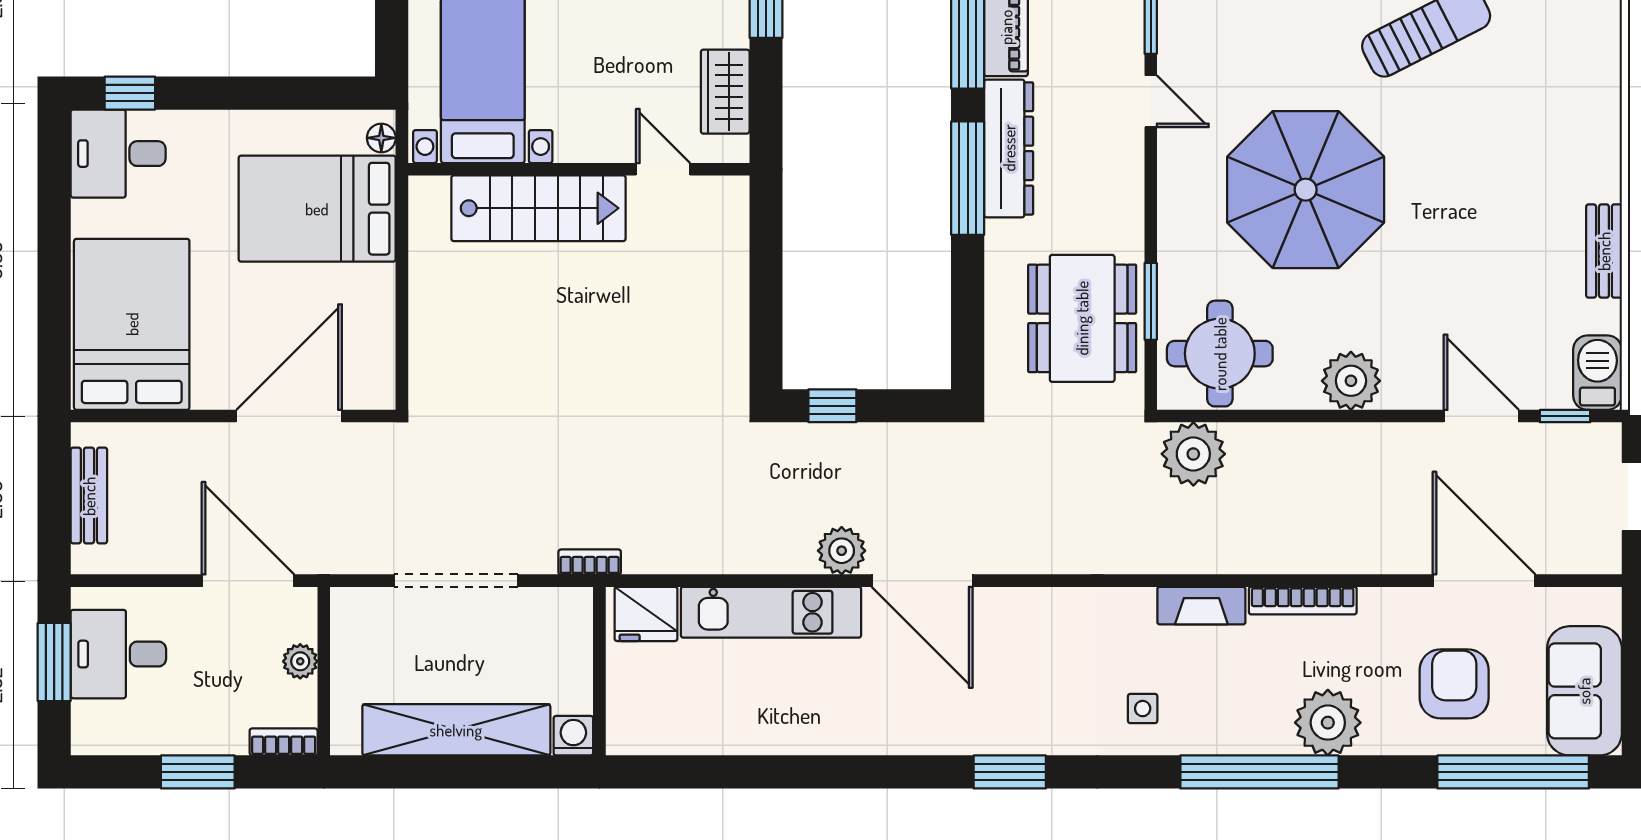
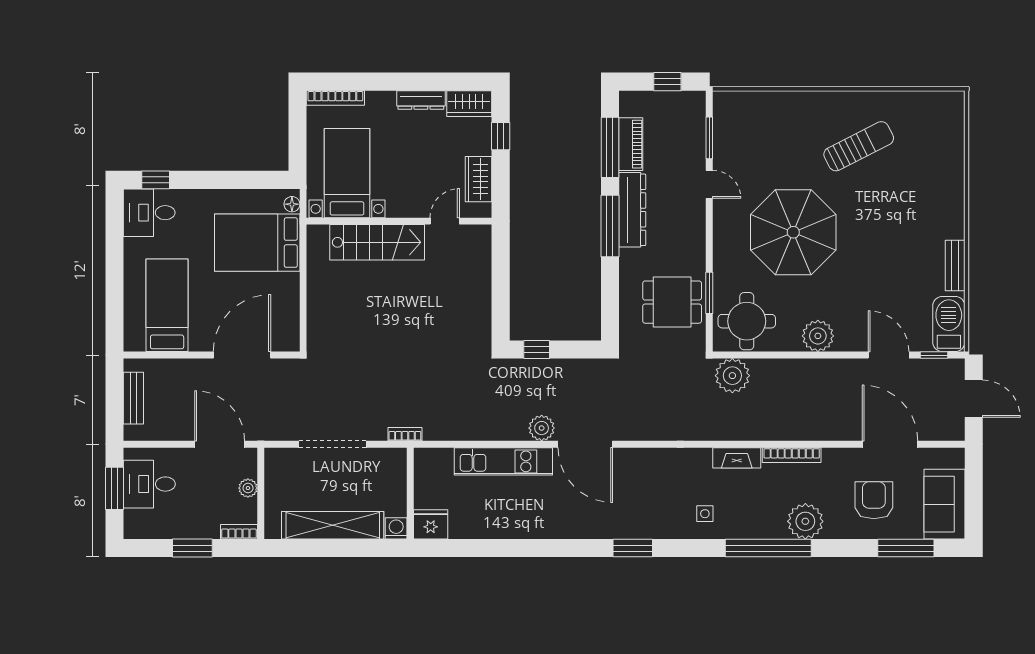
door: (663, 169) -> (445, 221), hinge flipped
dining table: (1082, 318) -> (672, 302), width x0.73
bed: (132, 324) -> (167, 305), width x0.67
barbecue: (1597, 373) -> (949, 324), width x1.37, depth x1.21
fridge: (646, 614) -> (431, 524), moved, turned 180
window: (1513, 772) -> (906, 548), width x0.68

